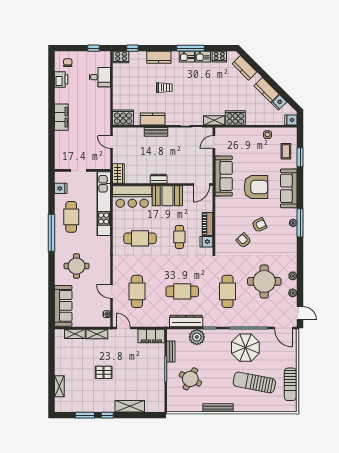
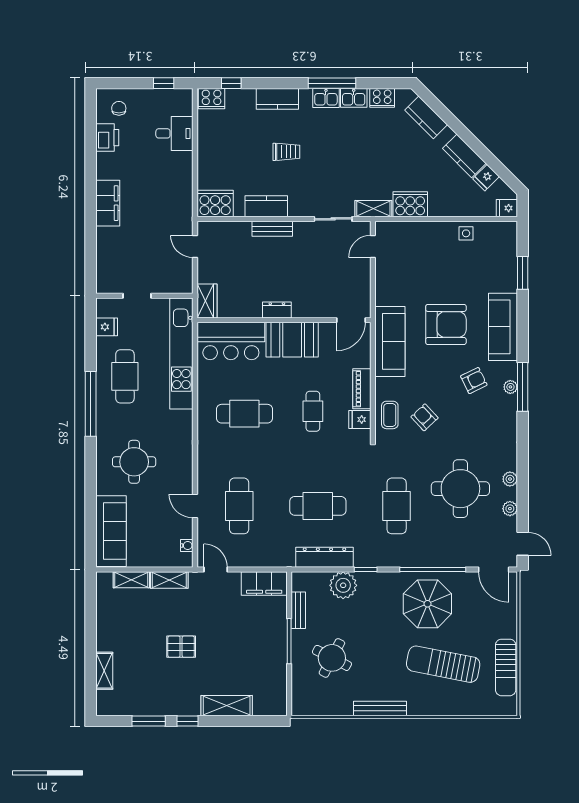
coffee table: (286, 151) -> (390, 415), moved
sofa: (224, 176) -> (390, 341), moved
armchair: (259, 225) -> (474, 381), moved

